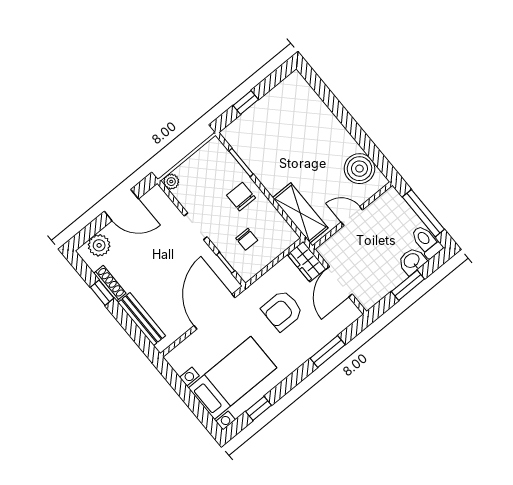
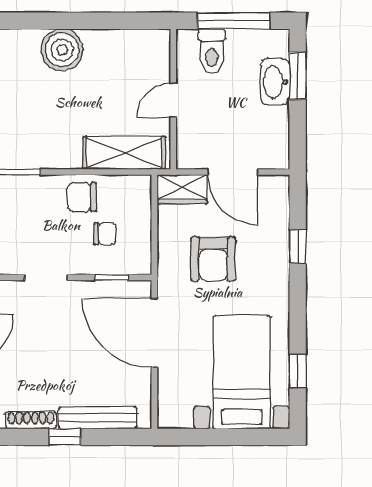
boiler: (359, 169) -> (62, 50), moved
chair: (241, 197) -> (82, 197), moved
toilet: (426, 242) -> (212, 51), moved, turned -90
washbasin: (412, 261) -> (275, 82), width x1.38
window: (408, 285) -> (298, 76), moved
window: (102, 293) -> (65, 437), moved
window: (328, 351) -> (298, 246), width x0.67

